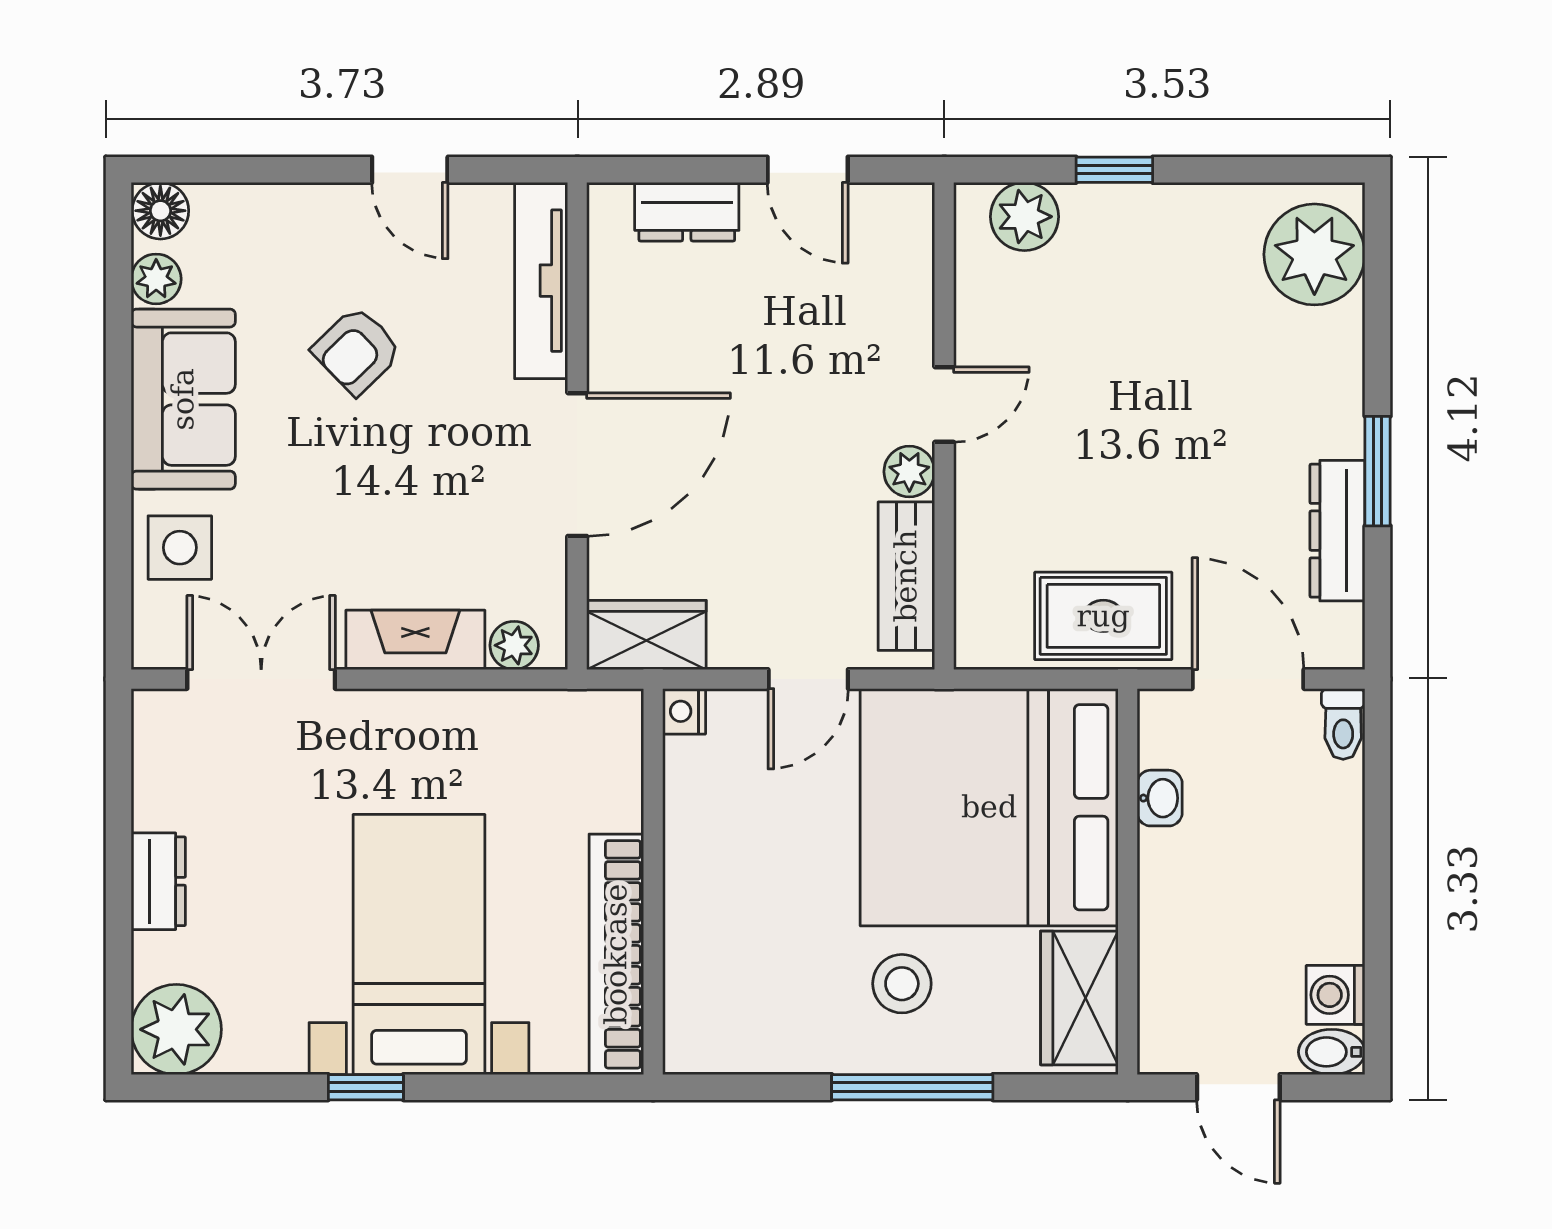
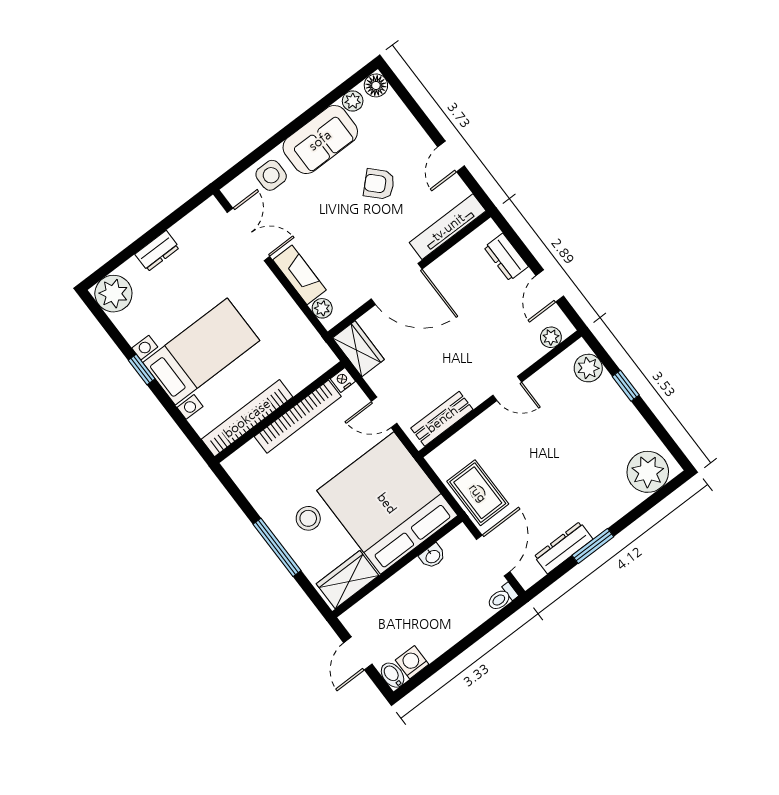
plant: (909, 472) -> (551, 337), moved
bookcase: (689, 853) -> (298, 417), added

